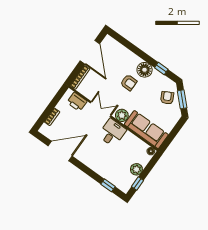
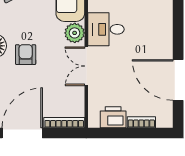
printer: (77, 102) -> (113, 117), moved, turned -90

